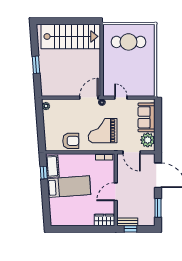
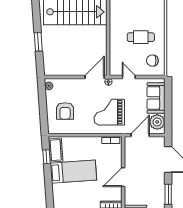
cafe table: (128, 42) -> (141, 37), moved, width x0.73, depth x0.74
chair: (143, 82) -> (152, 61), added
armchair: (71, 141) -> (65, 111), moved, turned 90
door: (132, 152) -> (140, 135), swing flipped

